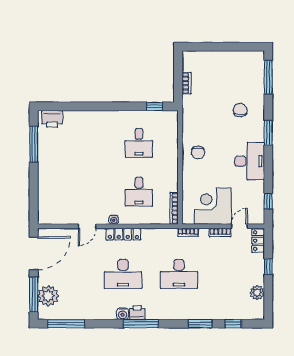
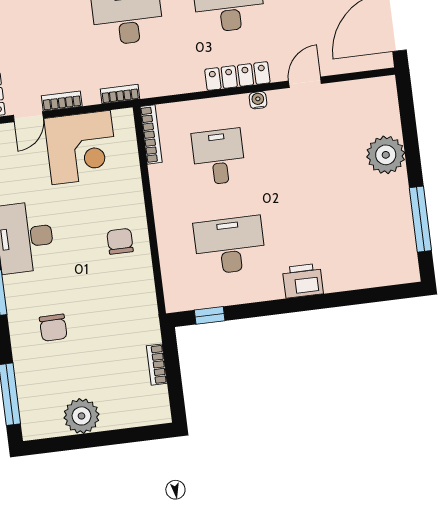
plant: (231, 60) -> (82, 416), added
printer: (52, 119) -> (303, 281), moved
desk: (139, 143) -> (230, 245), width x1.37
plant: (48, 181) -> (386, 155), added

